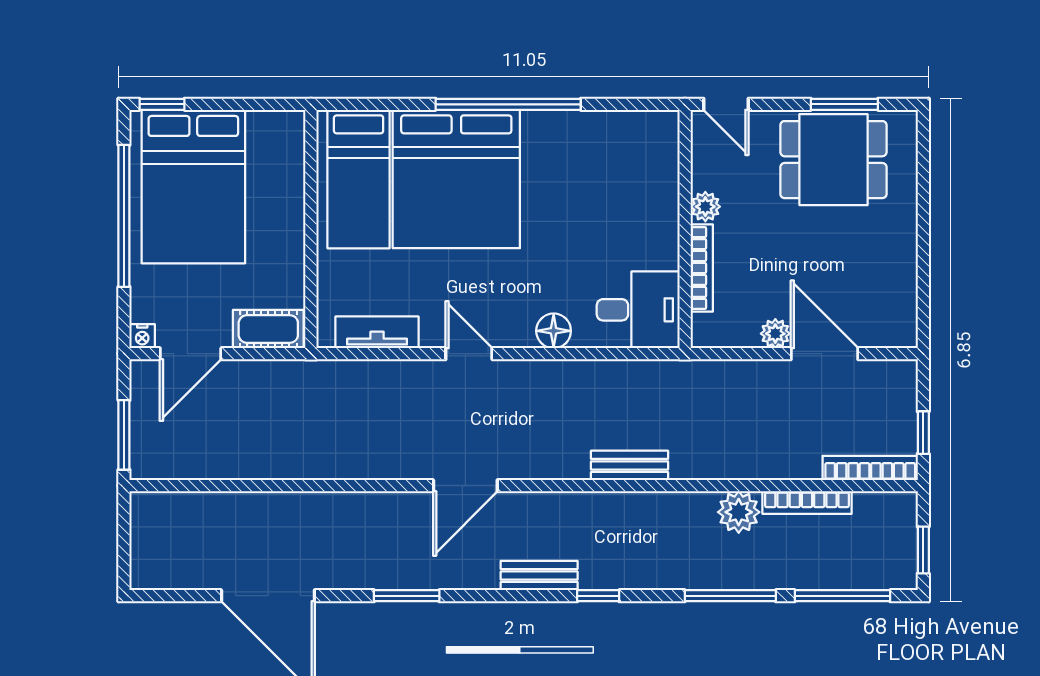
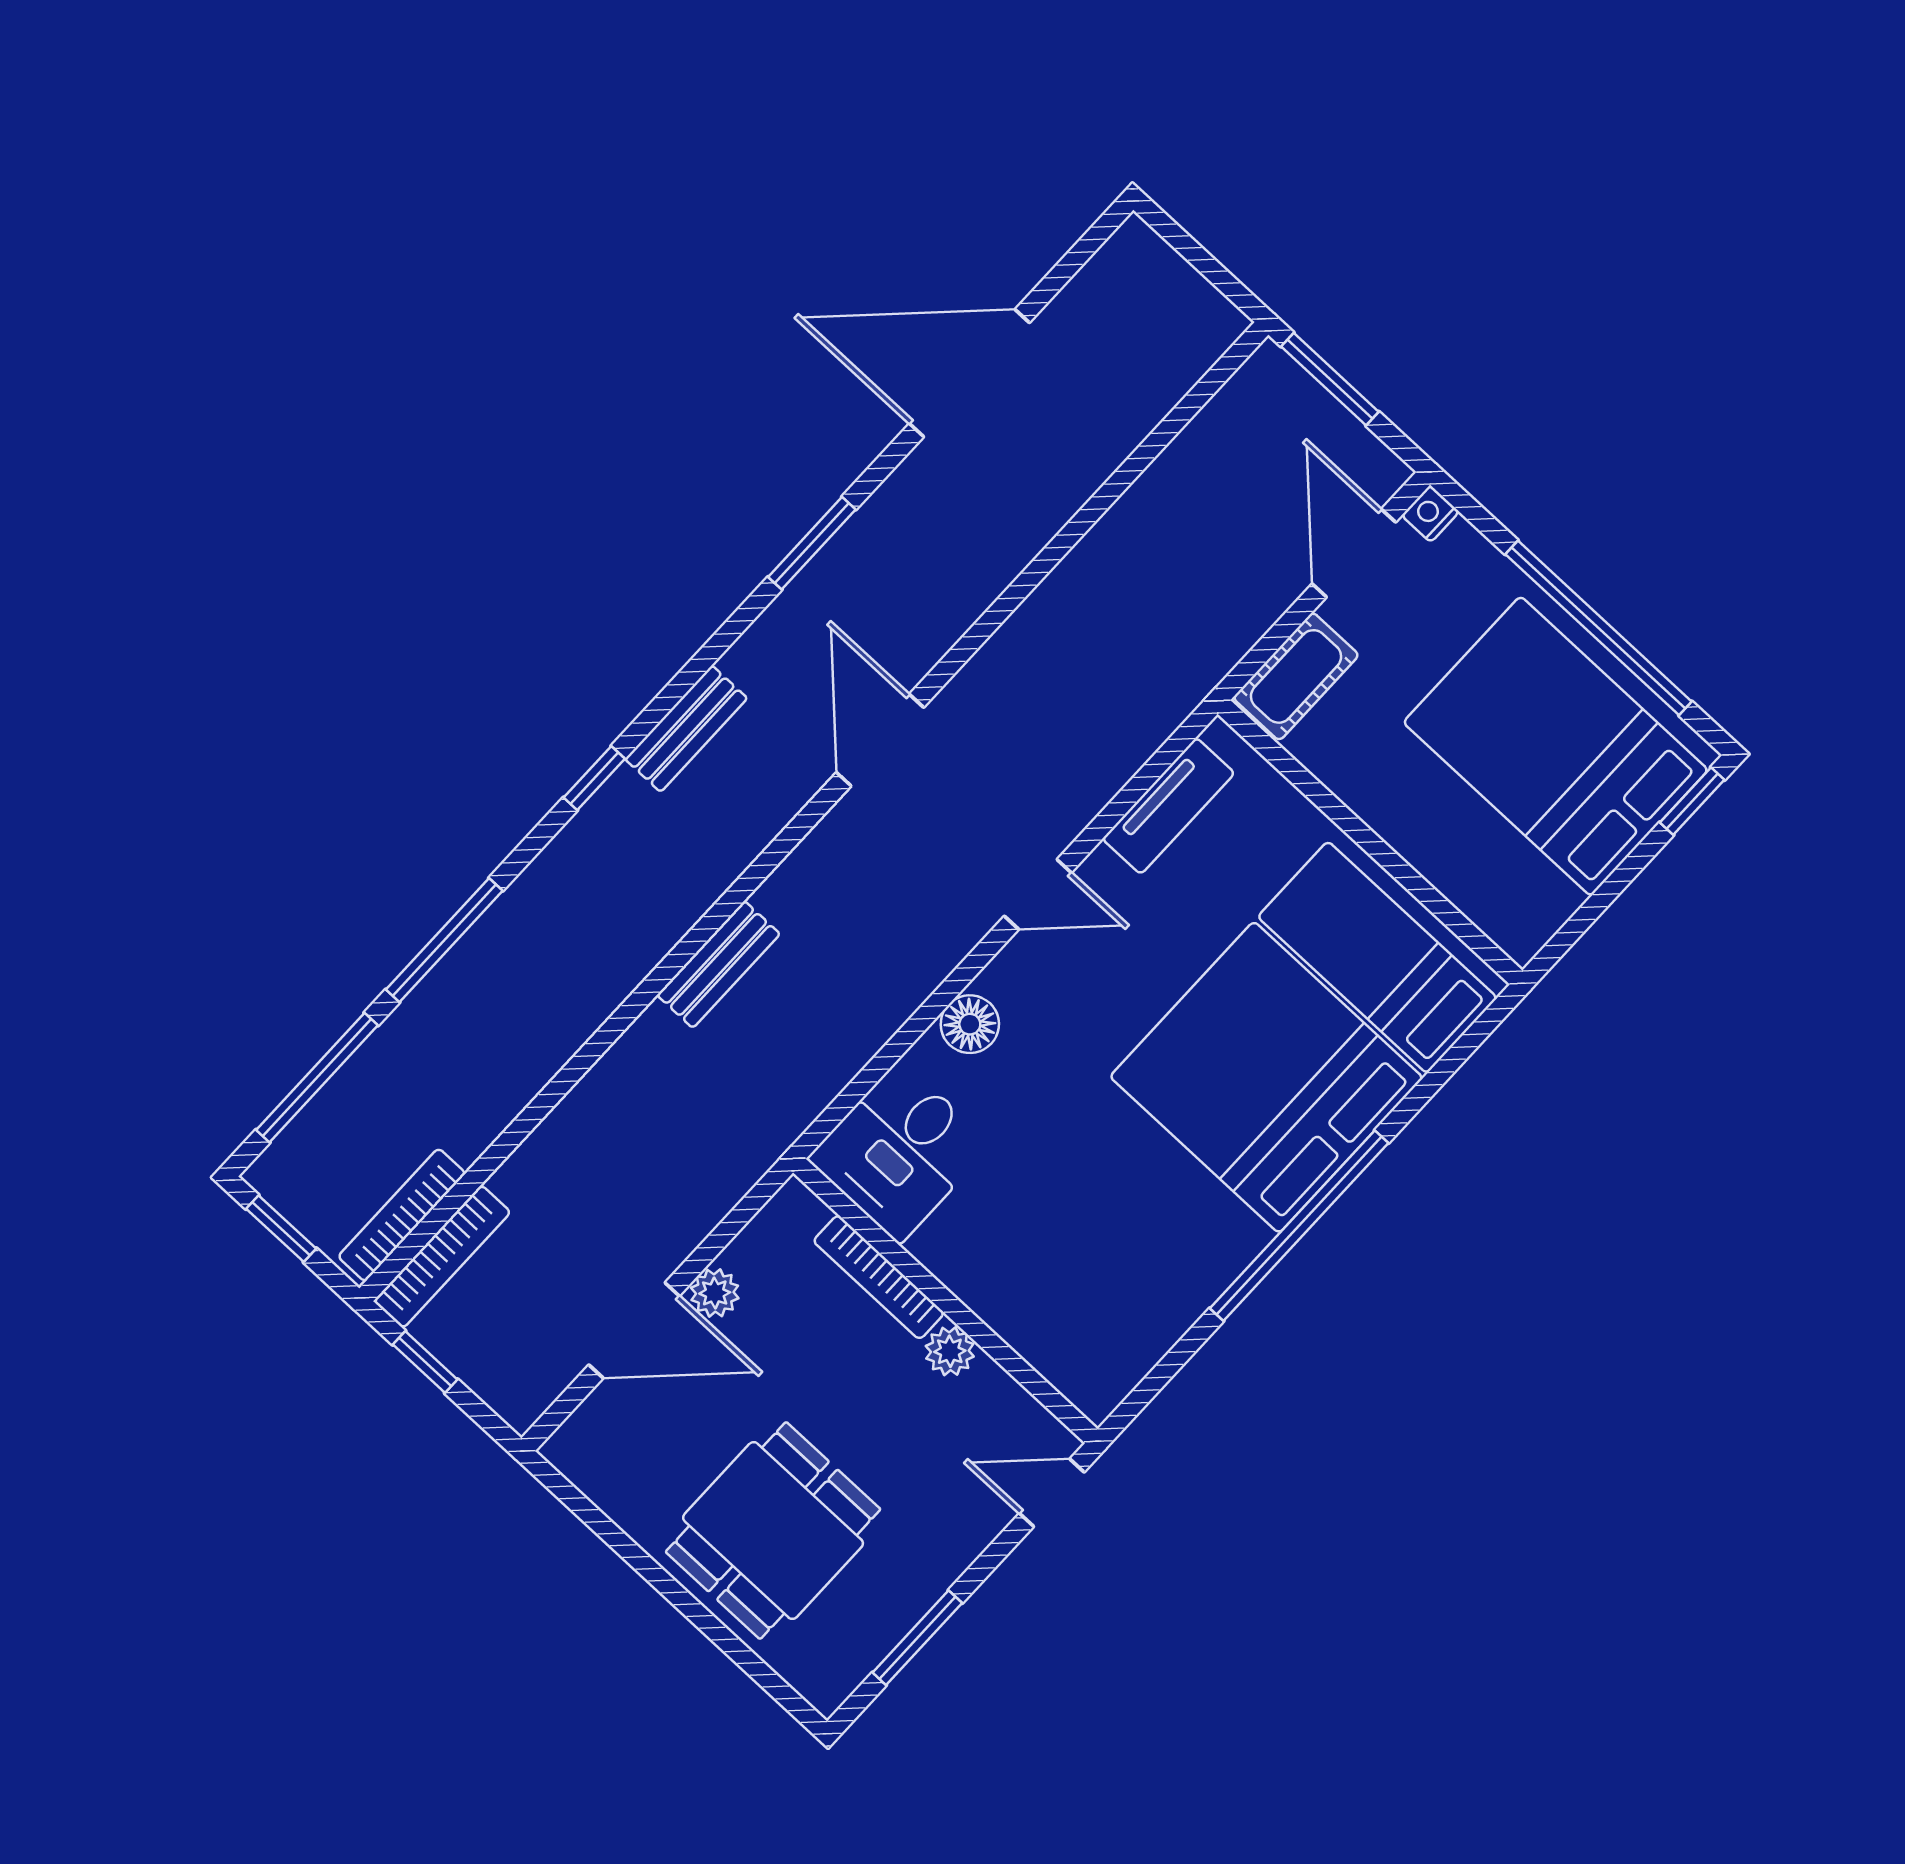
dining table: (833, 160) -> (773, 1531), moved
bookcase: (807, 503) -> (402, 1215), moved
plant: (739, 512) -> (537, 1045), removed

